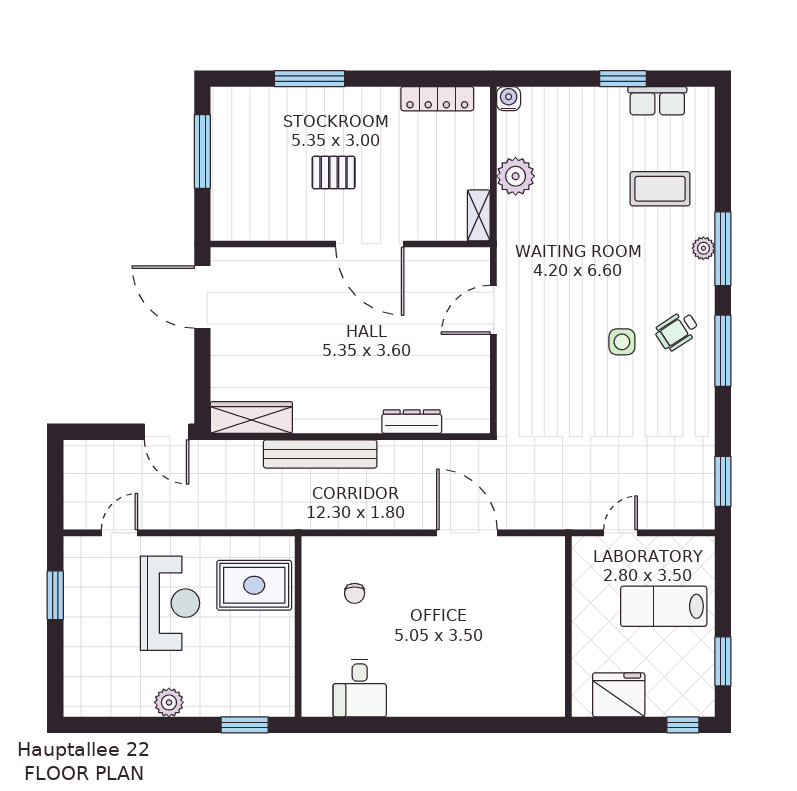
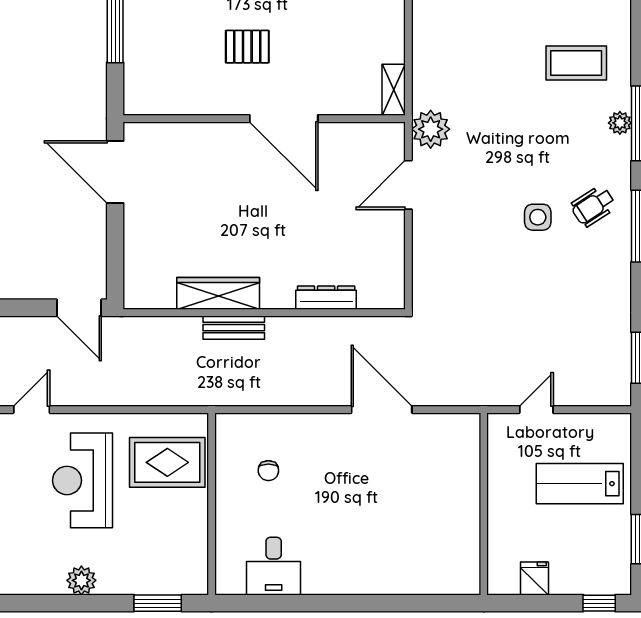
plant: (516, 176) -> (431, 129), moved
wardrobe: (251, 418) -> (218, 293), moved
bench: (320, 454) -> (234, 328), width x0.54, depth x0.82
reception desk: (170, 603) -> (83, 480), turned 180
fridge: (619, 695) -> (535, 578), width x0.53, depth x0.75

